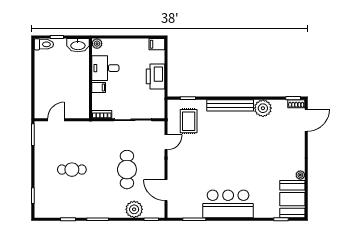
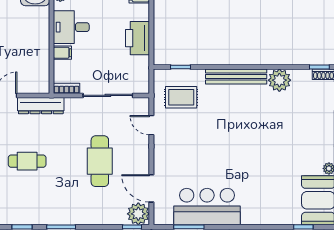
rug: (189, 121) -> (181, 97), turned 90
dresser: (82, 127) -> (41, 106), added
door: (166, 142) -> (151, 125), swing flipped
bar counter: (228, 204) -> (207, 207), moved
plant: (134, 209) -> (138, 214), moved

